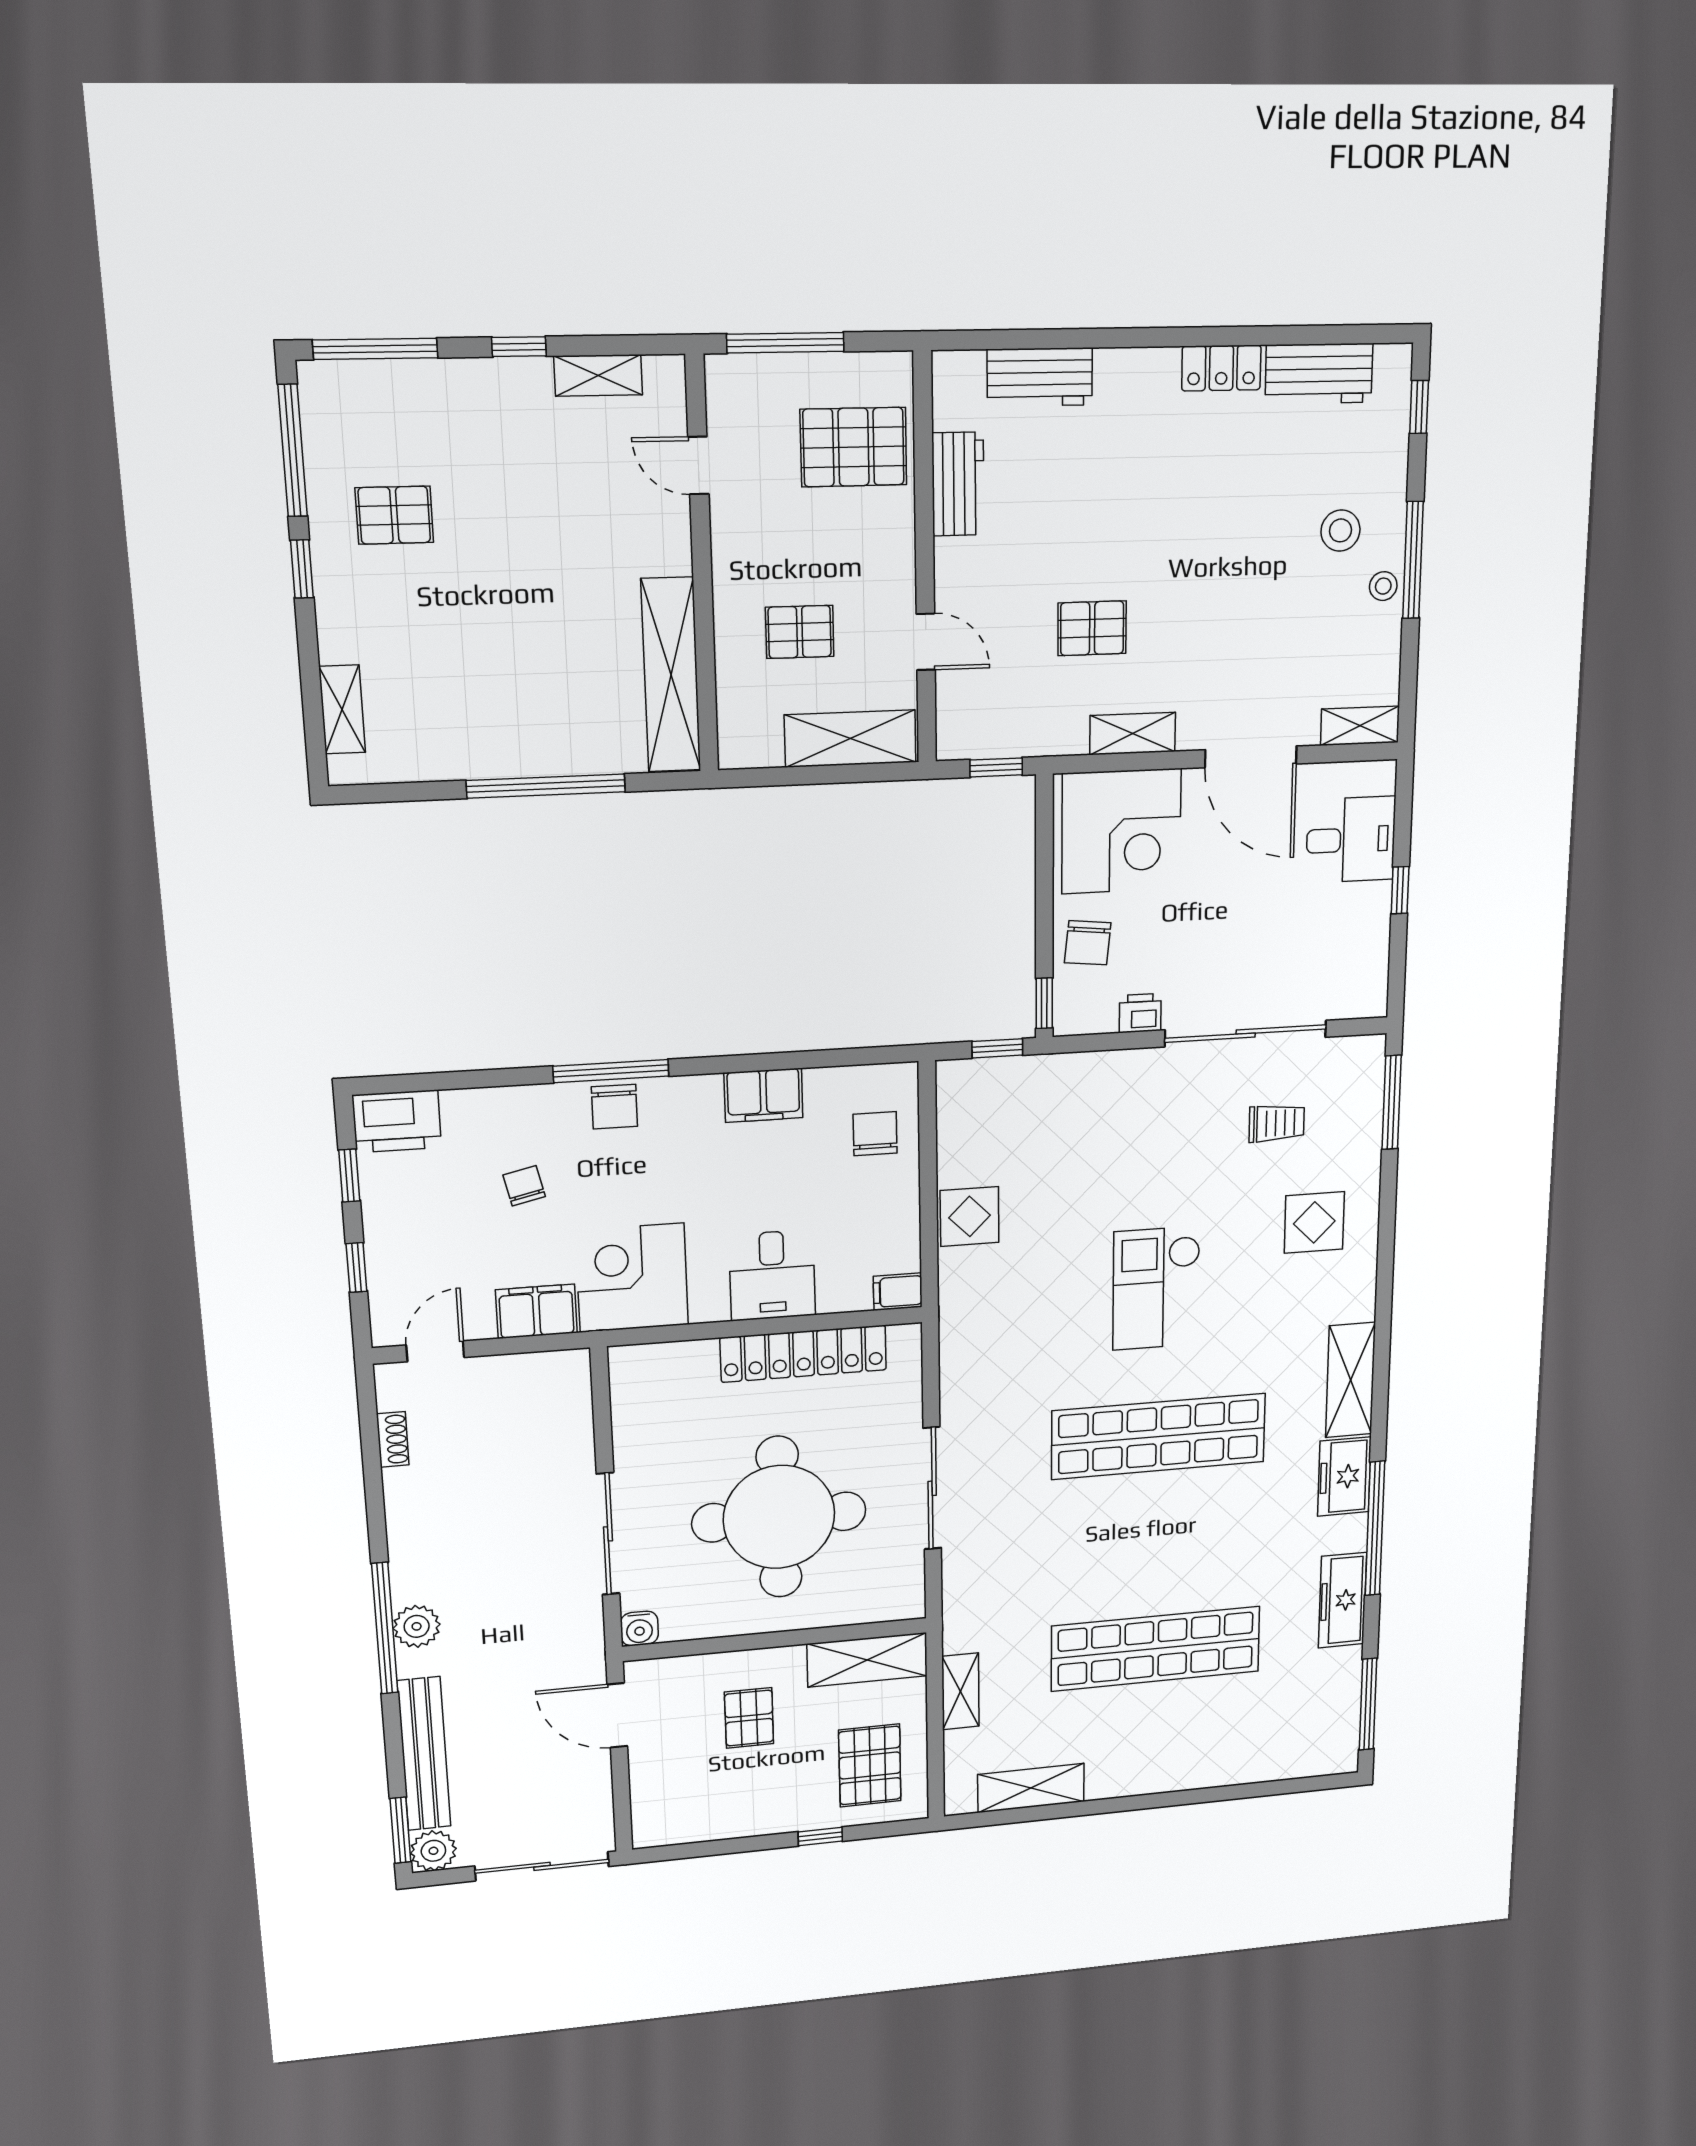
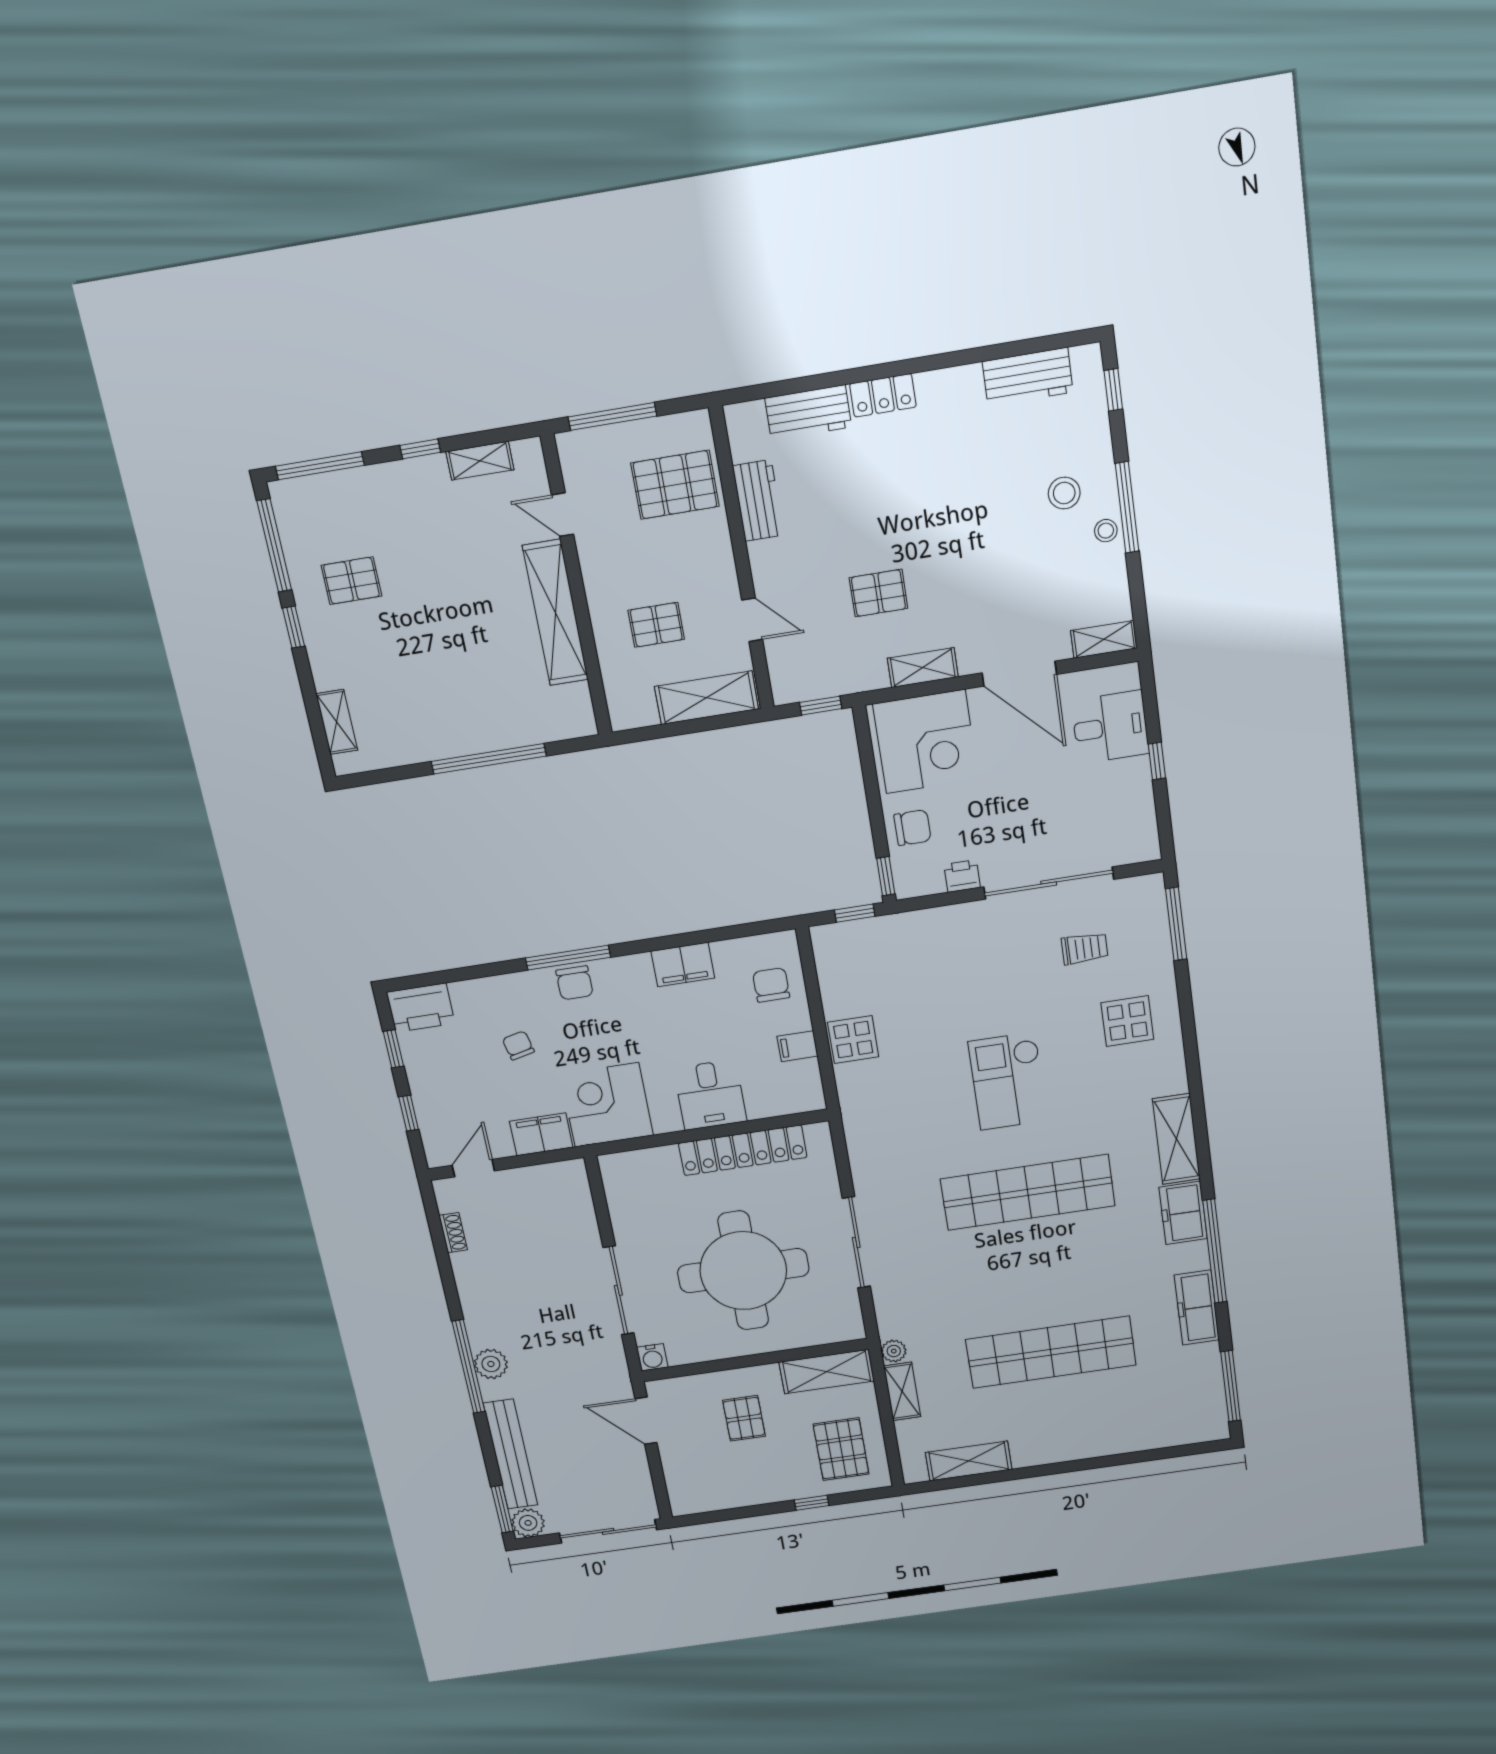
locker: (1221, 368) -> (883, 395), moved
shelving: (671, 675) -> (555, 613), moved
chair: (1088, 943) -> (912, 828), turned -96
filing cabinet: (898, 1292) -> (797, 1046), moved
plant: (958, 1637) -> (894, 1351), added

